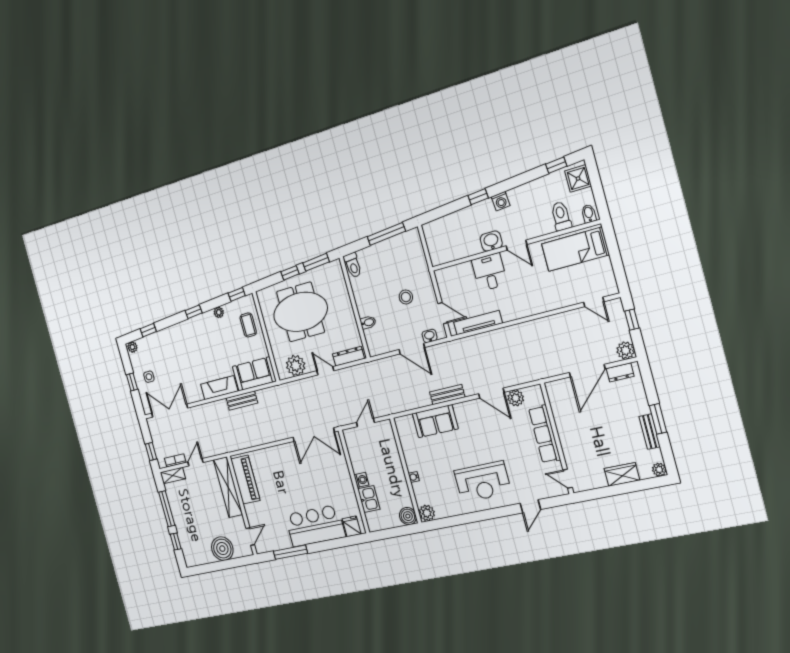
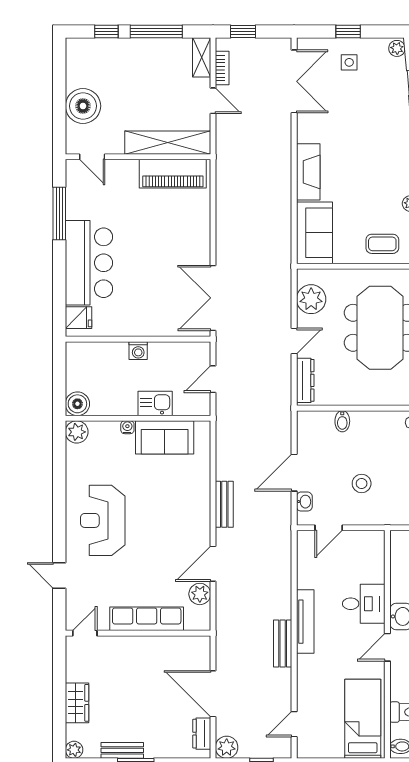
tv unit: (478, 323) -> (305, 622), moved
bench: (242, 401) -> (283, 644), moved
sofa: (435, 421) -> (165, 437), moved, turned -90
door: (365, 422) -> (213, 379), swing flipped
kitchen sink: (369, 499) -> (155, 403), moved, turned 180

